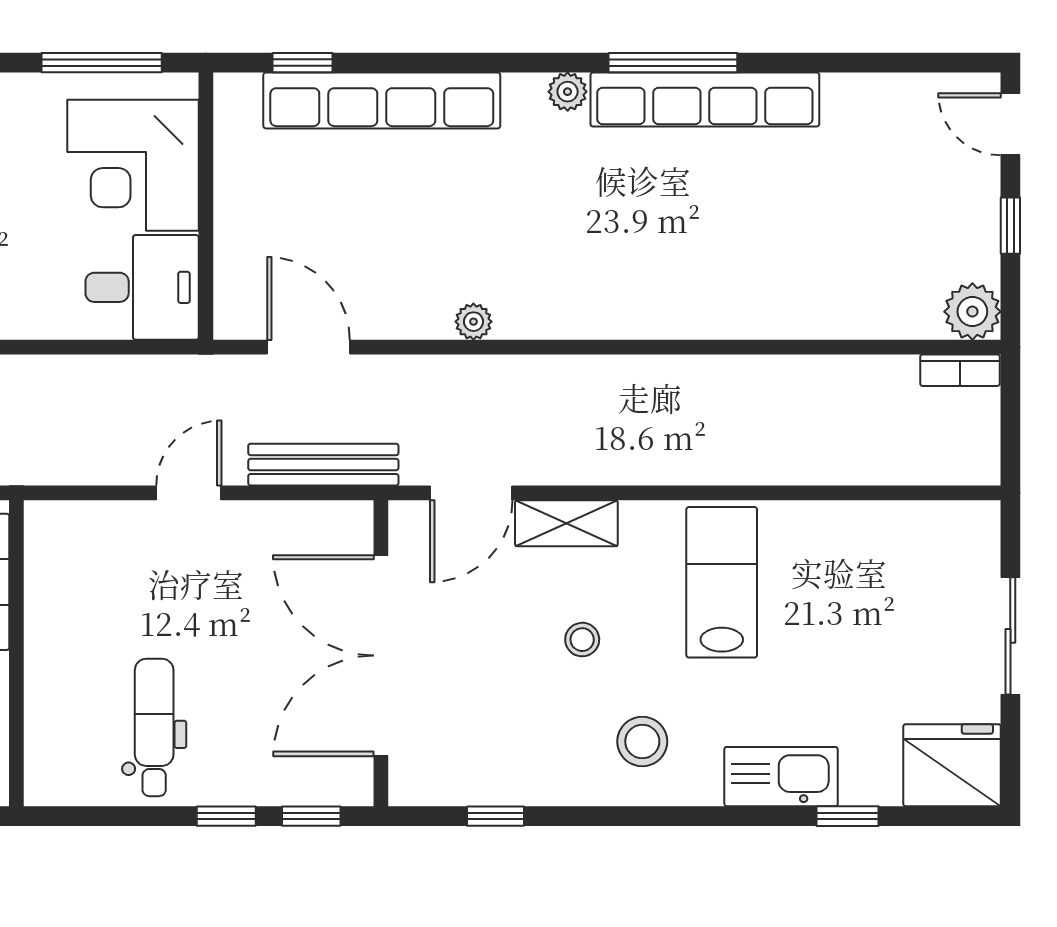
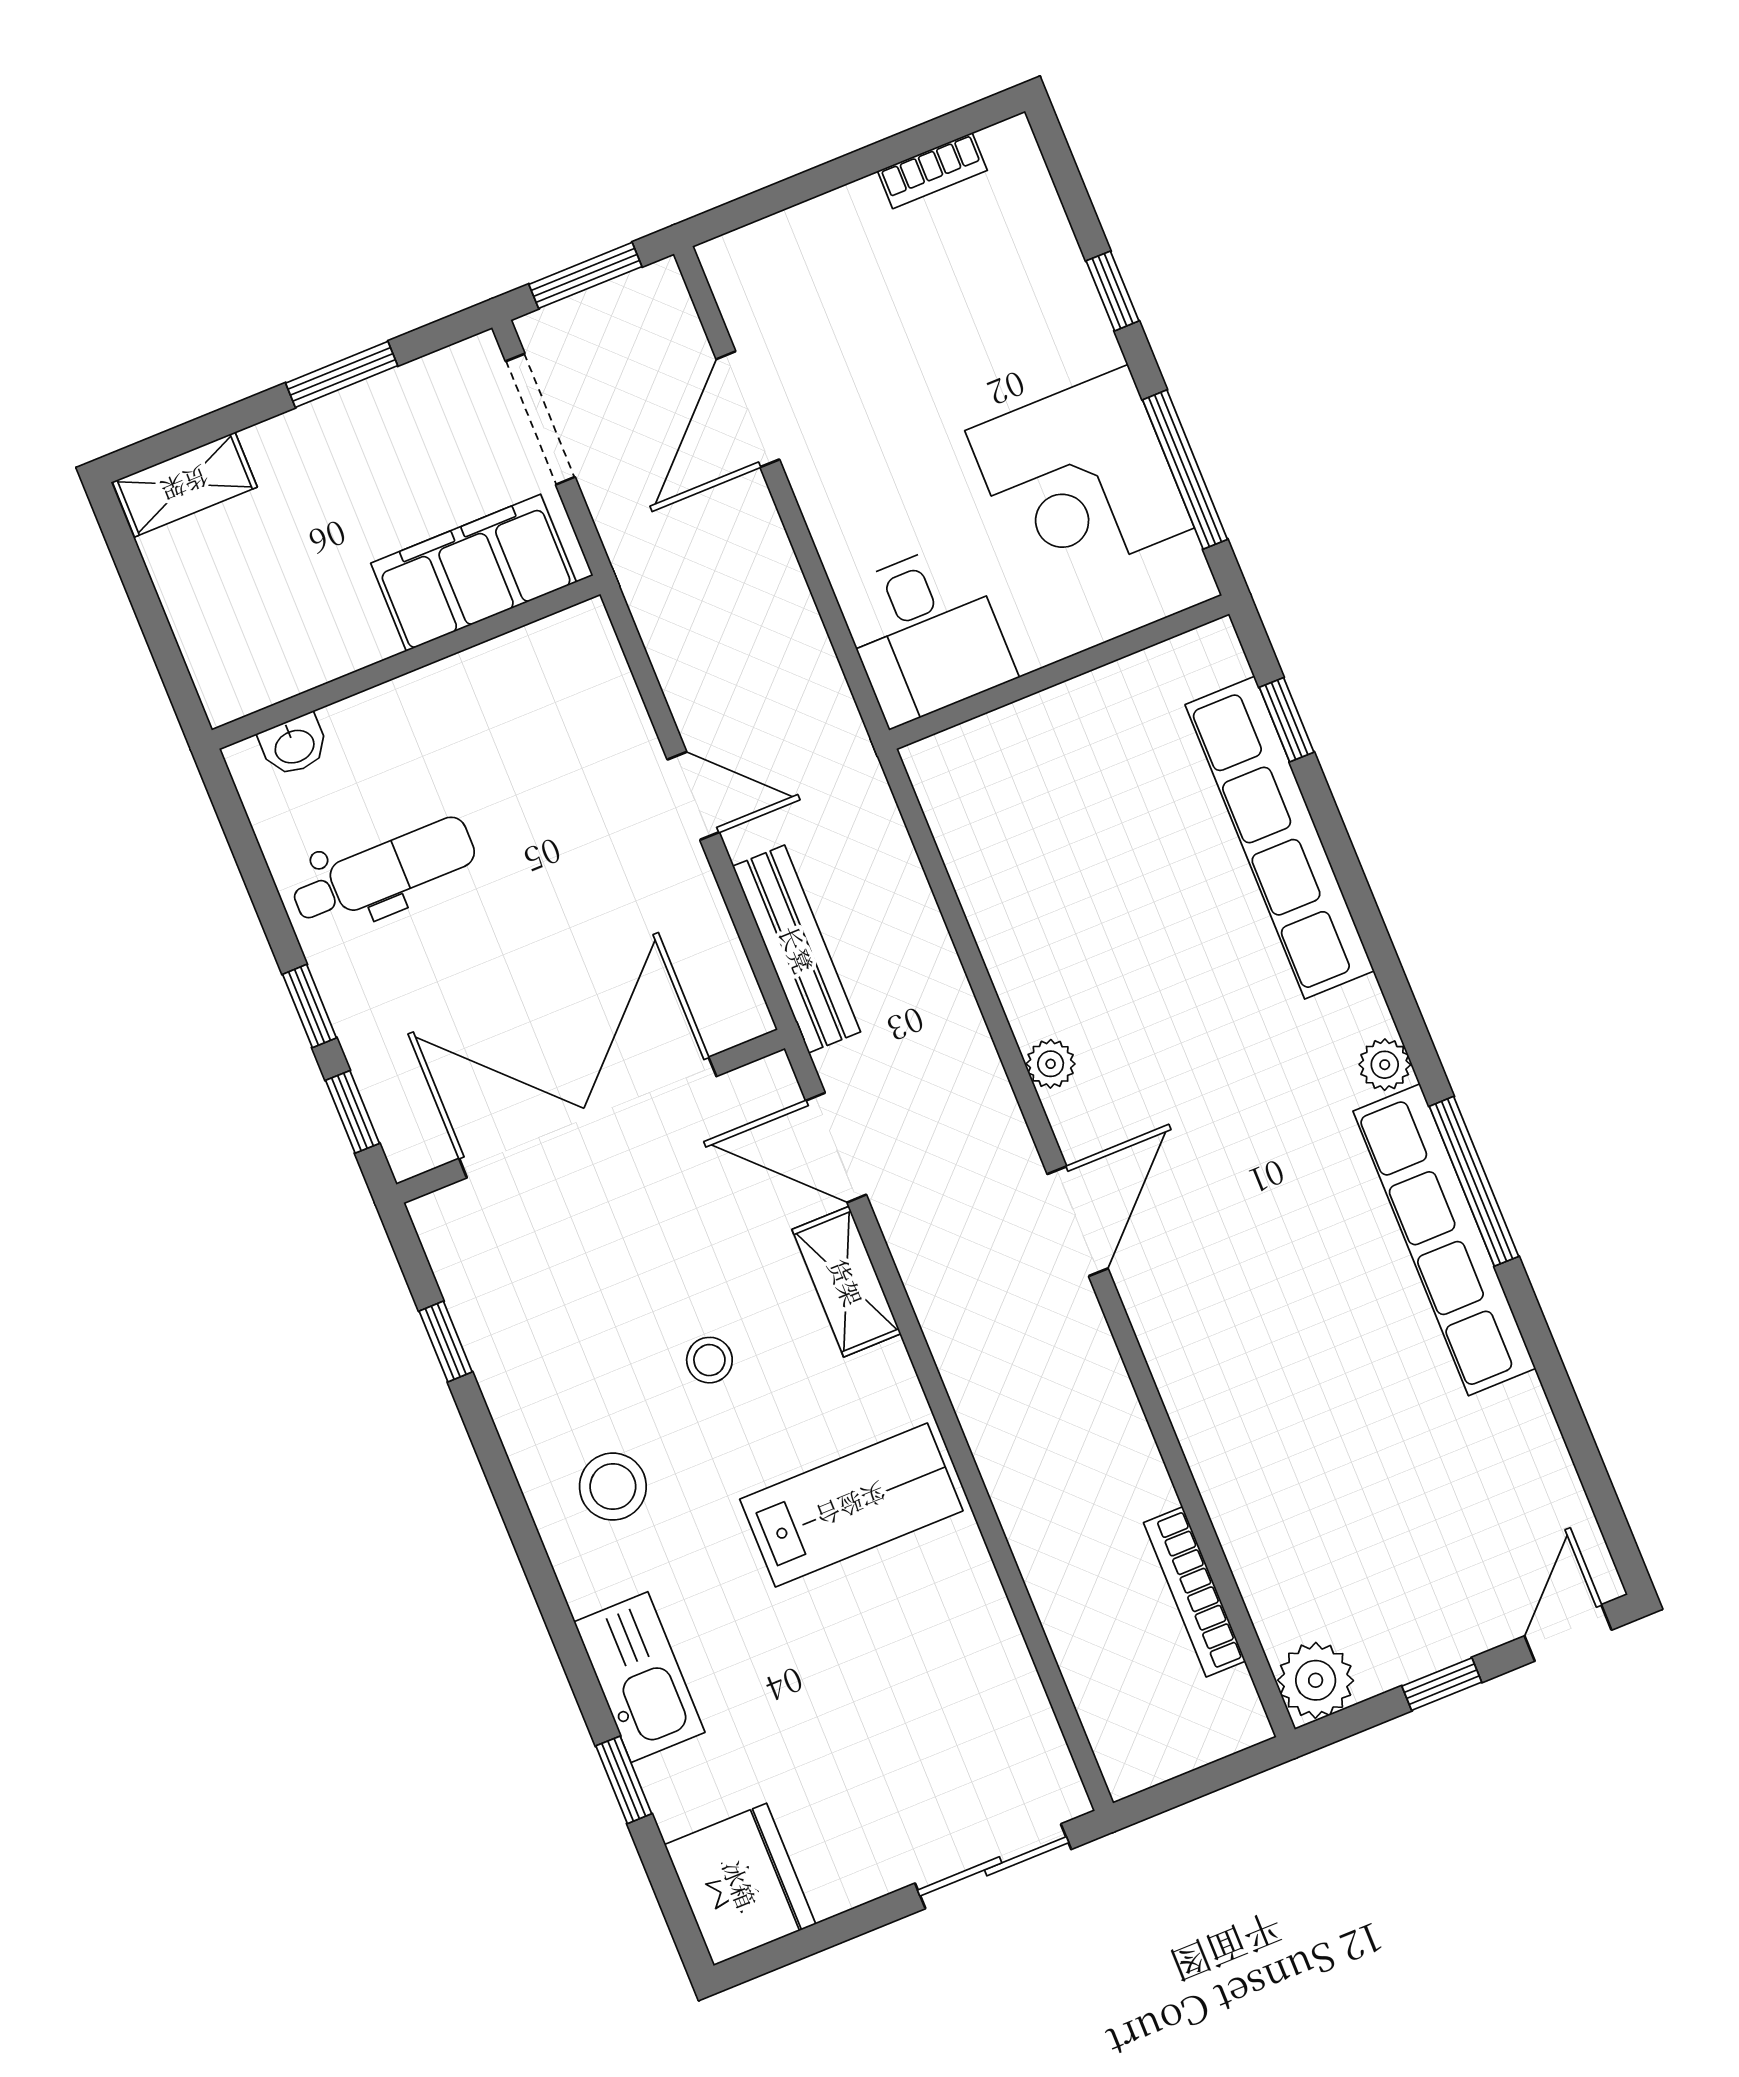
corner desk: (133, 165) -> (1080, 479), moved, turned -90
door: (309, 347) -> (1078, 1221), moved
bookcase: (960, 370) -> (1194, 1592), moved, width x1.56
sliding door: (1010, 636) -> (993, 1866), moved
washbasin: (42, 754) -> (294, 745), added

